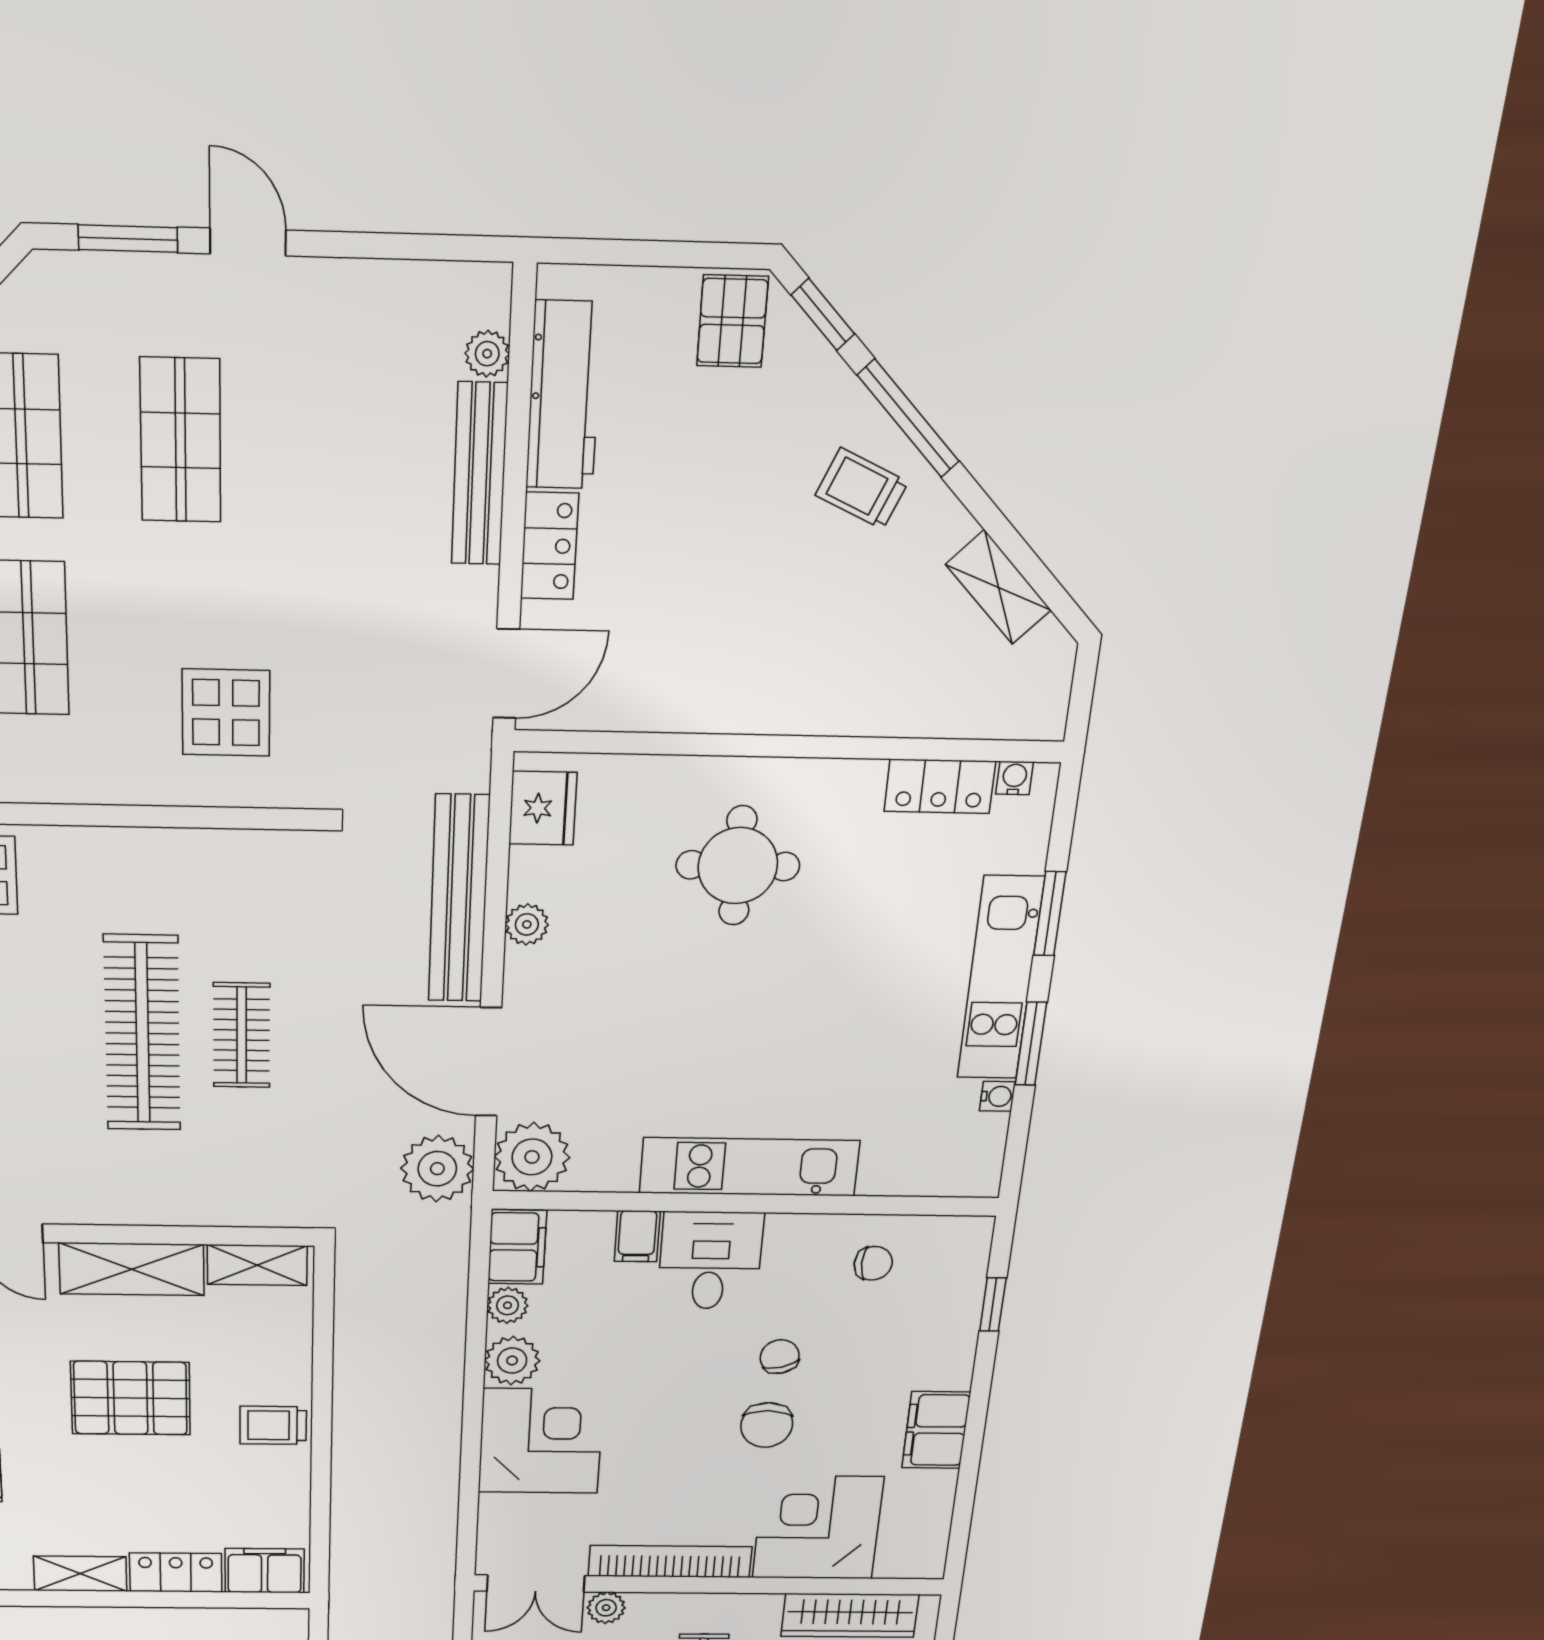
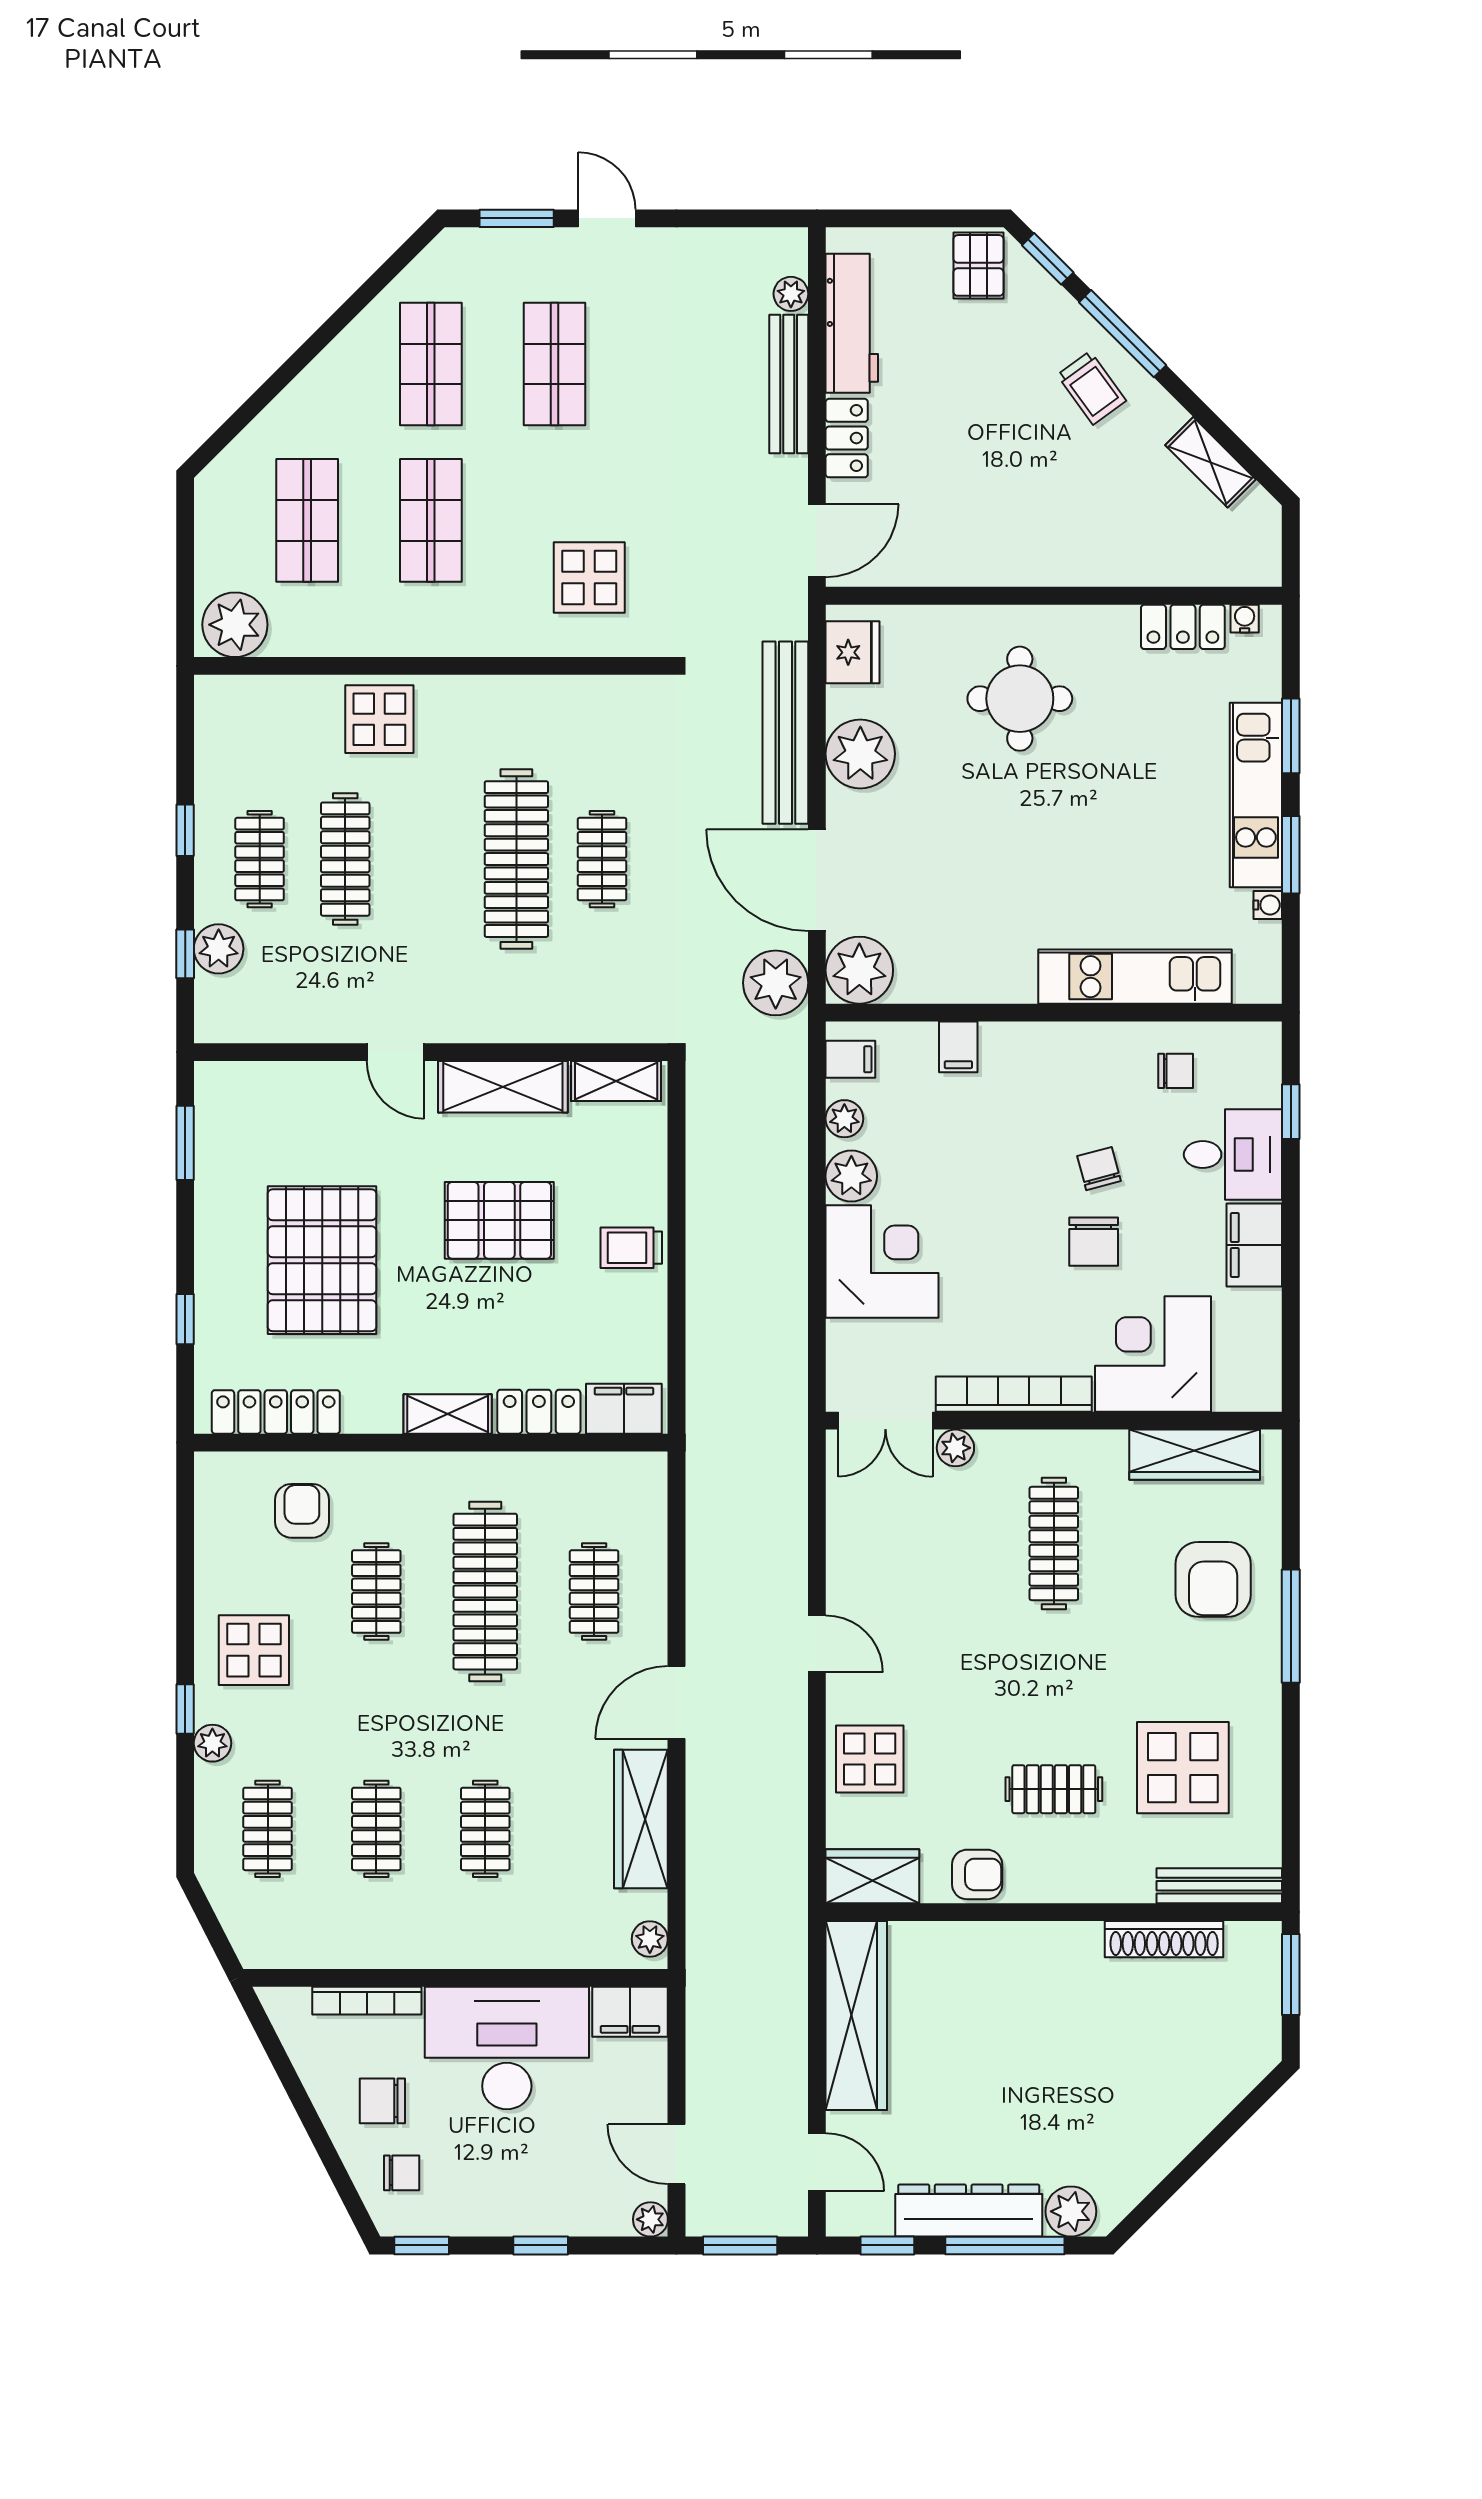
trolley: (862, 489) -> (1092, 388), turned -150
plant: (527, 924) -> (860, 754), width x1.88, depth x1.88
kitchen unit: (749, 1167) -> (1135, 977), moved
filing cabinet: (517, 1247) -> (850, 1059), width x0.50
desk: (710, 1261) -> (1233, 1155), moved, turned 90

